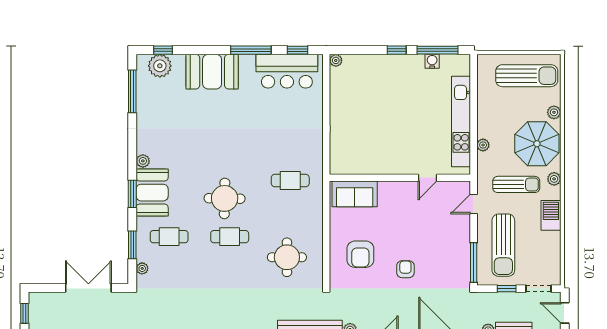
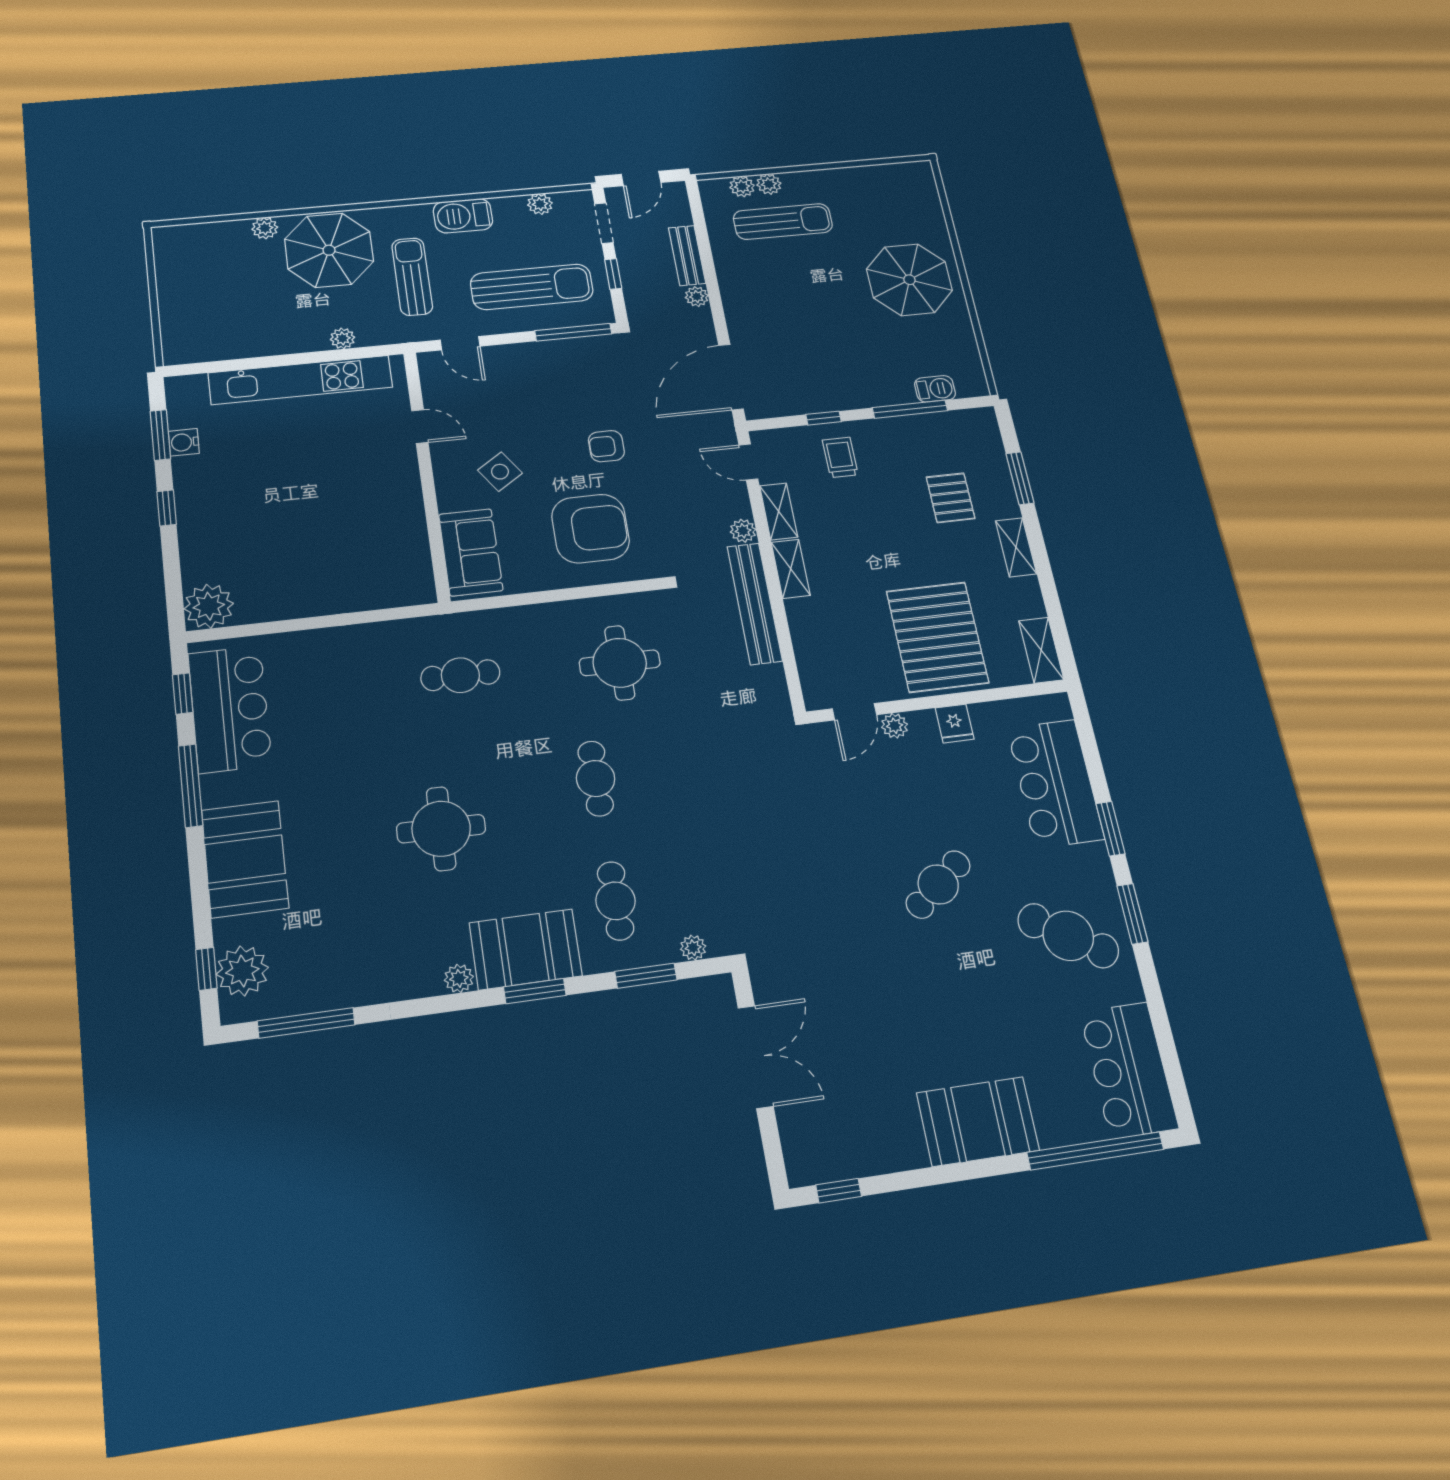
window: (438, 50) -> (160, 435), width x0.69
plant: (336, 60) -> (209, 606), width x1.88, depth x1.88
sun lounger: (527, 76) -> (198, 279), removed
plant: (554, 179) -> (540, 204), moved
cafe table: (290, 181) -> (460, 675), turned 90
round table: (225, 198) -> (441, 829), moved
side table: (397, 214) -> (500, 472), added
armchair: (360, 254) -> (591, 529), width x1.36, depth x1.36
double door: (88, 288) -> (756, 1057), swing flipped

